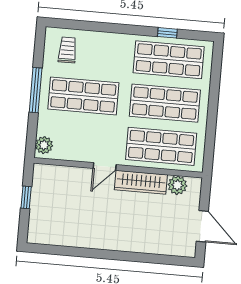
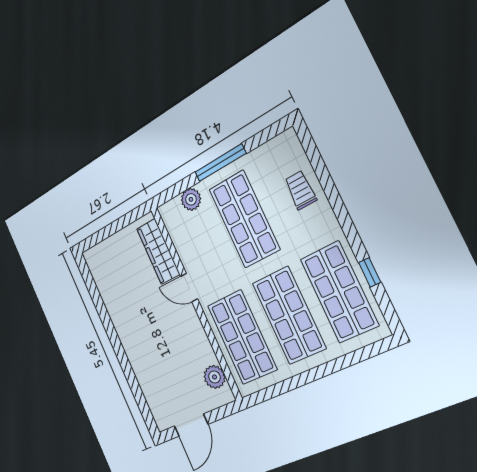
trolley: (67, 50) -> (300, 190), moved, turned -90
plant: (44, 145) -> (191, 199), moved
wardrobe: (141, 182) -> (158, 251), moved
window: (26, 197) -> (118, 225), removed

